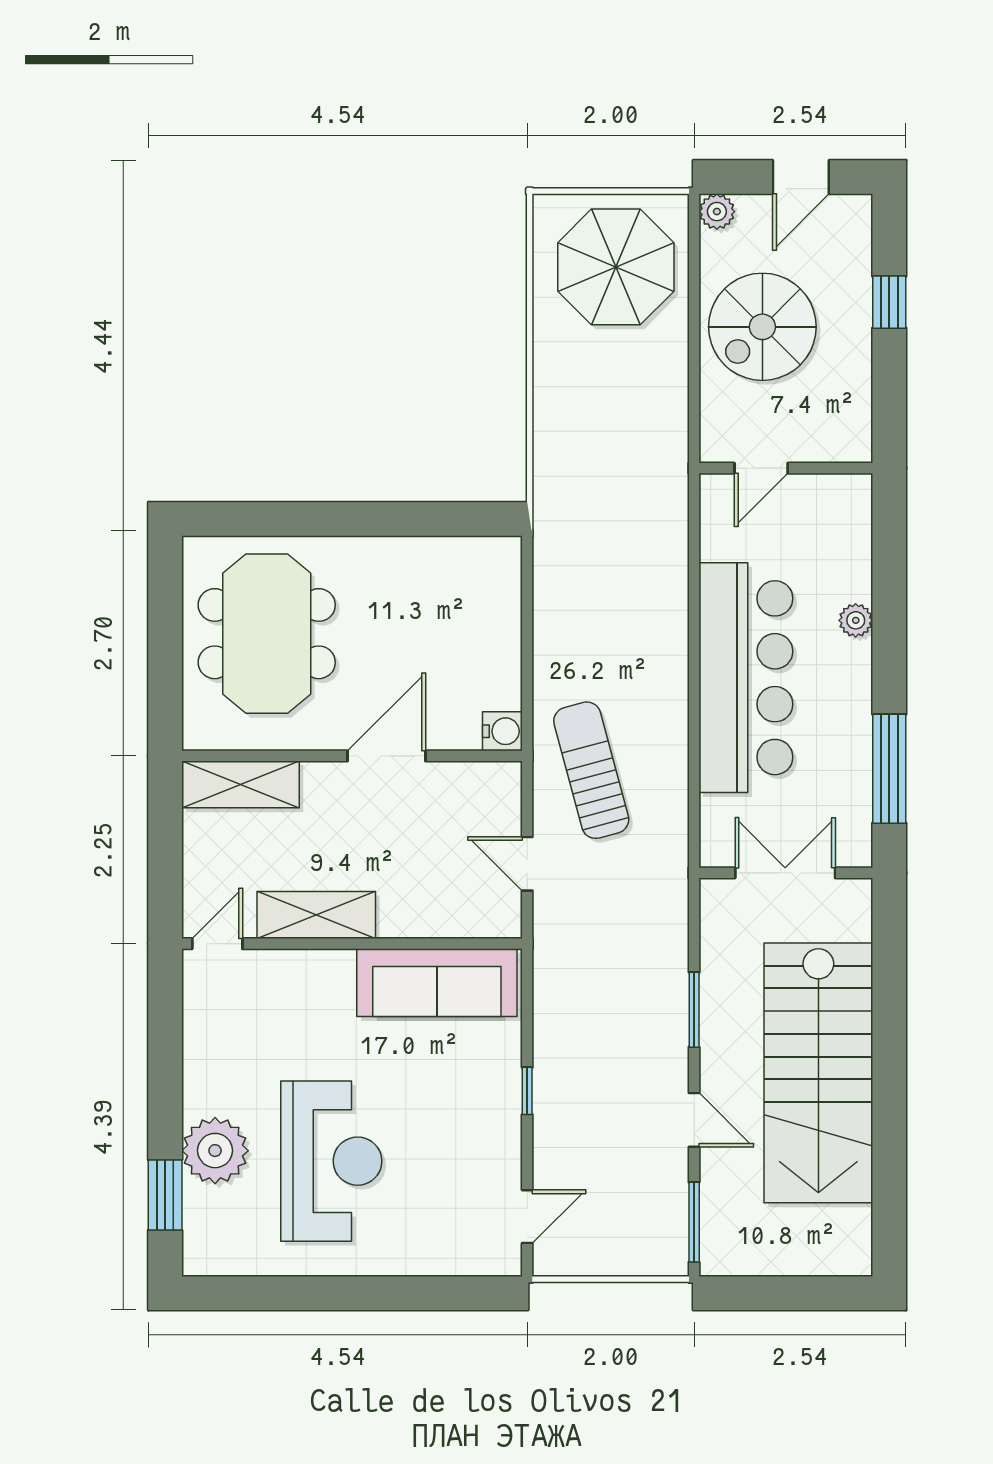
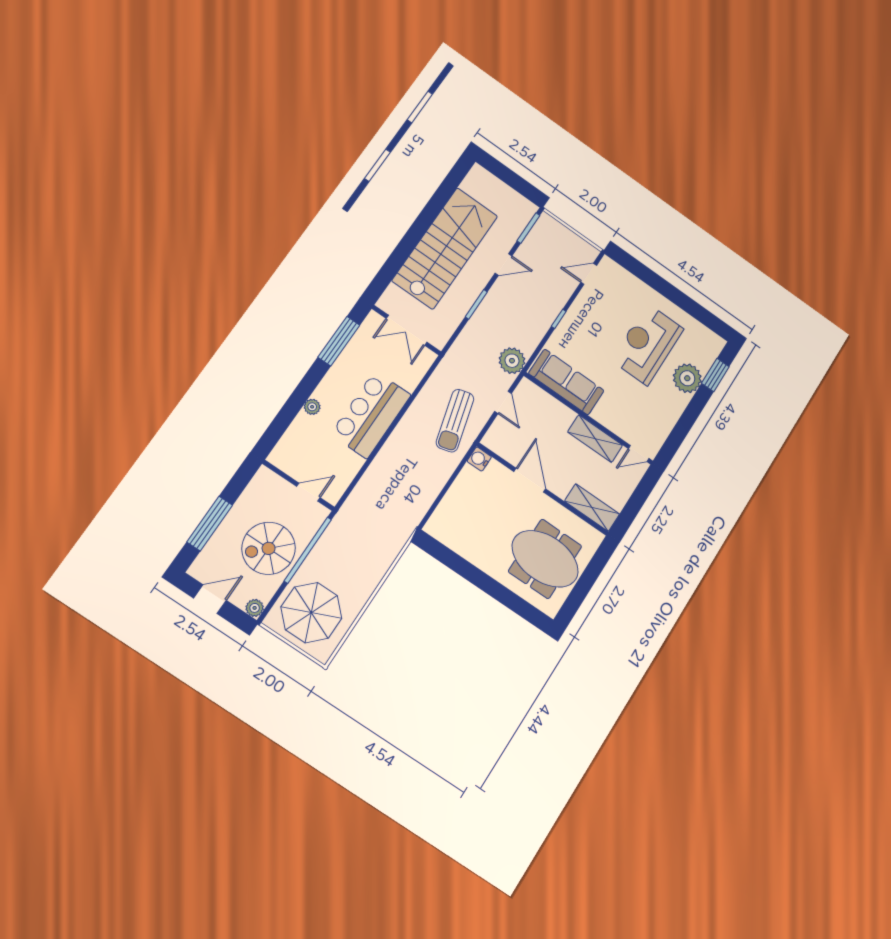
window: (889, 302) -> (210, 524), width x2.17
spiral stairs: (762, 327) -> (269, 548), turned 180
window: (694, 368) -> (308, 550), added
meeting table: (267, 634) -> (545, 559), turned 90
bar counter: (746, 678) -> (371, 414), width x0.73
door: (387, 756) -> (530, 480), swing flipped
plant: (561, 952) -> (512, 361), added
door: (694, 1120) -> (504, 264), swing flipped

